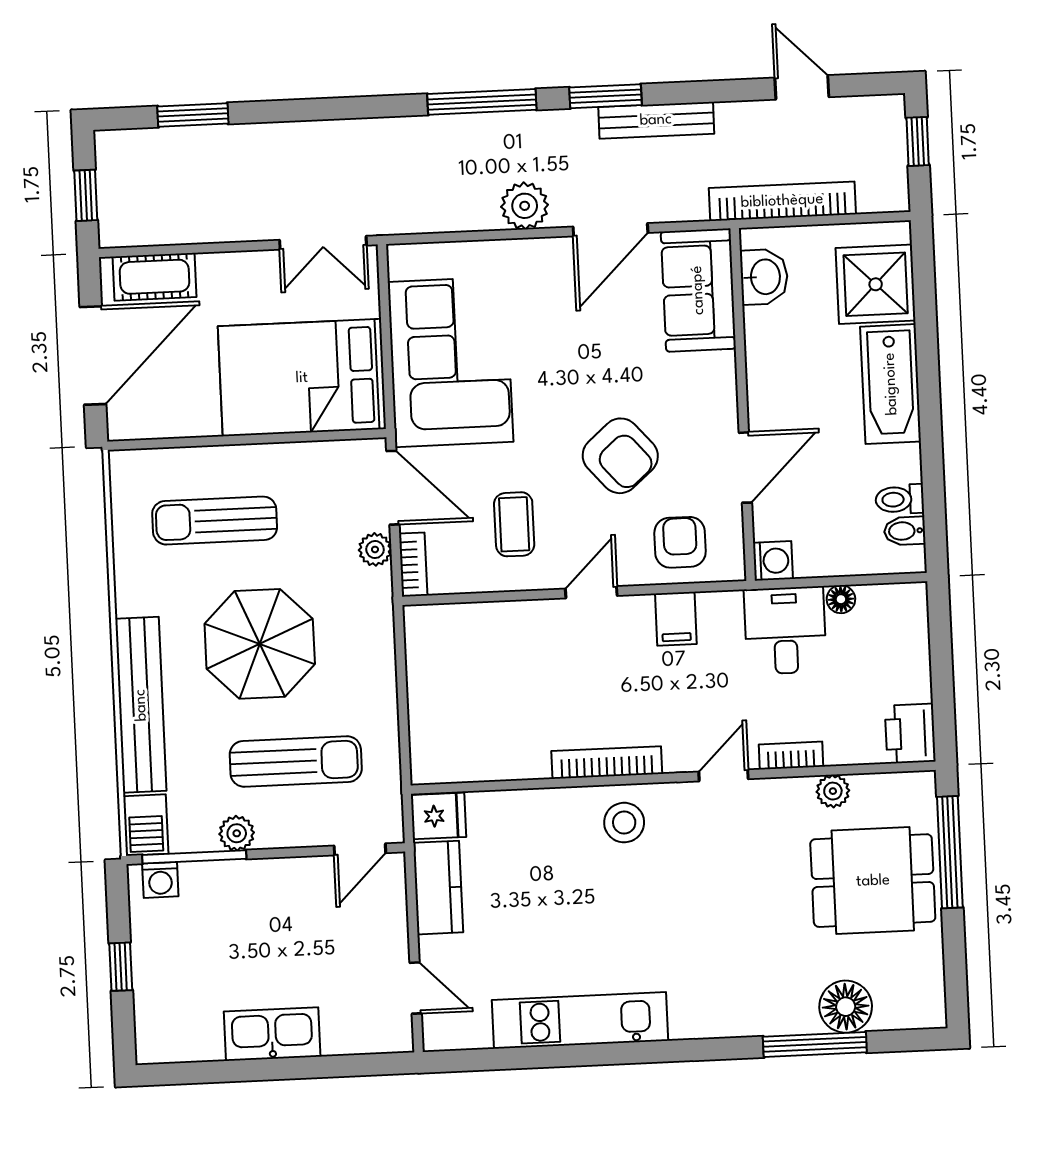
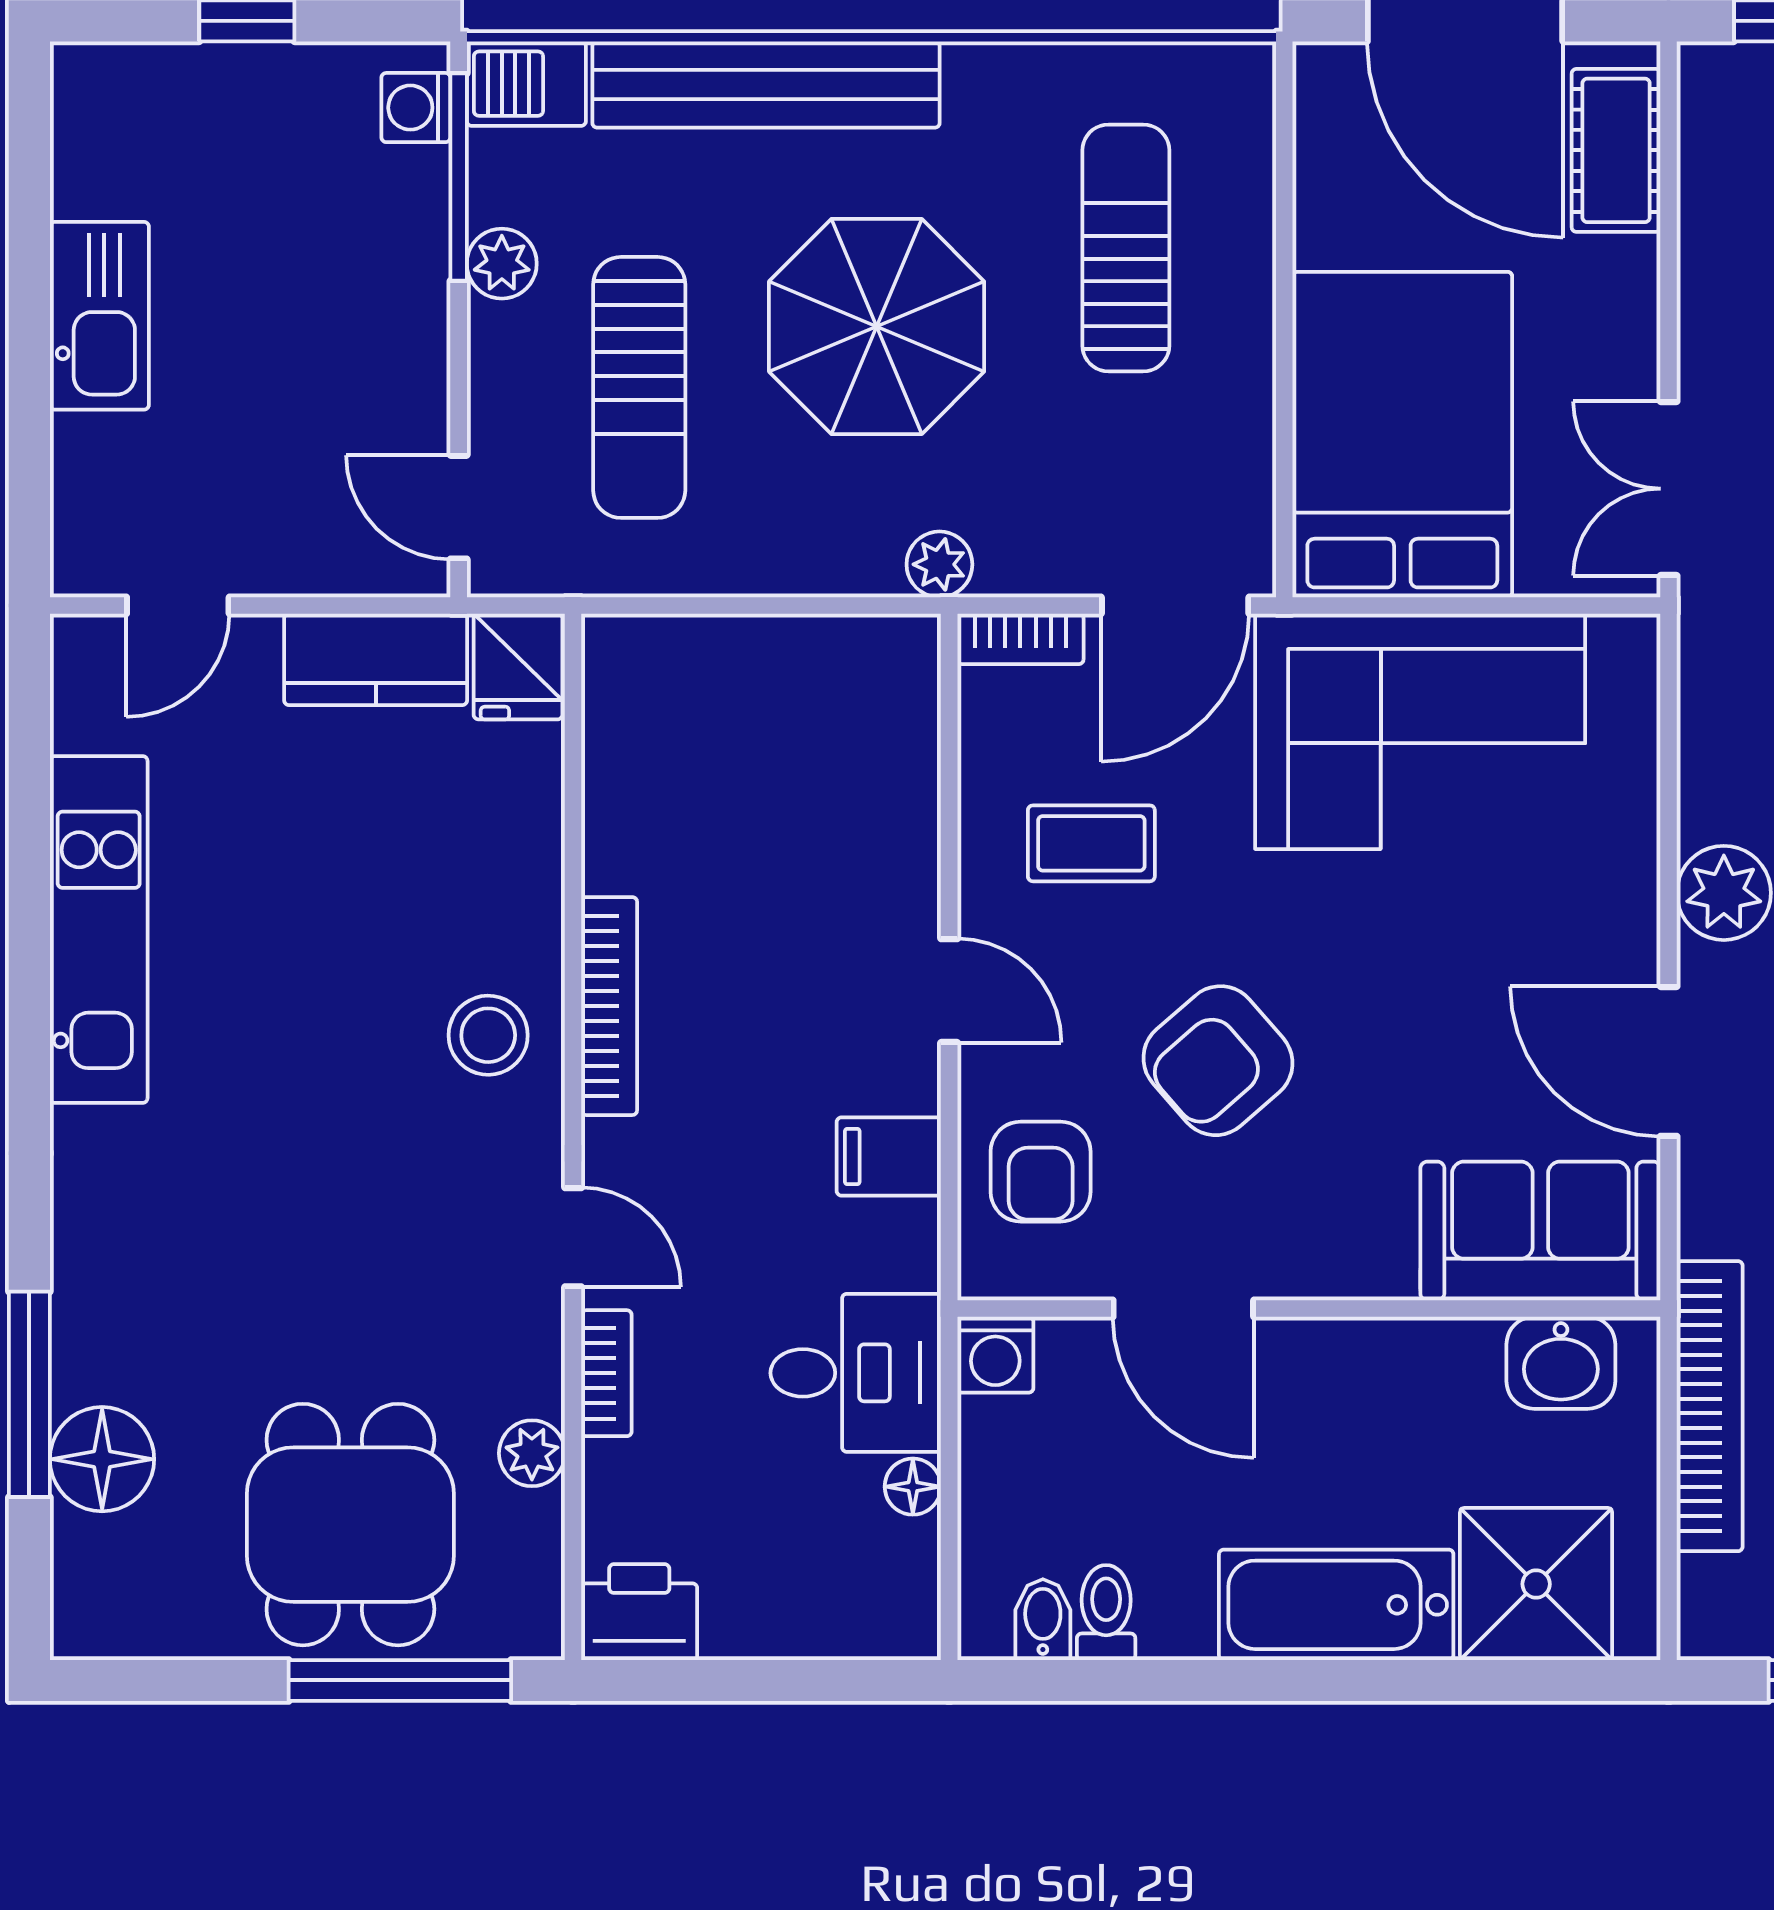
armchair: (680, 542) -> (1041, 1172), turned 90
plant: (375, 549) -> (939, 564), moved

